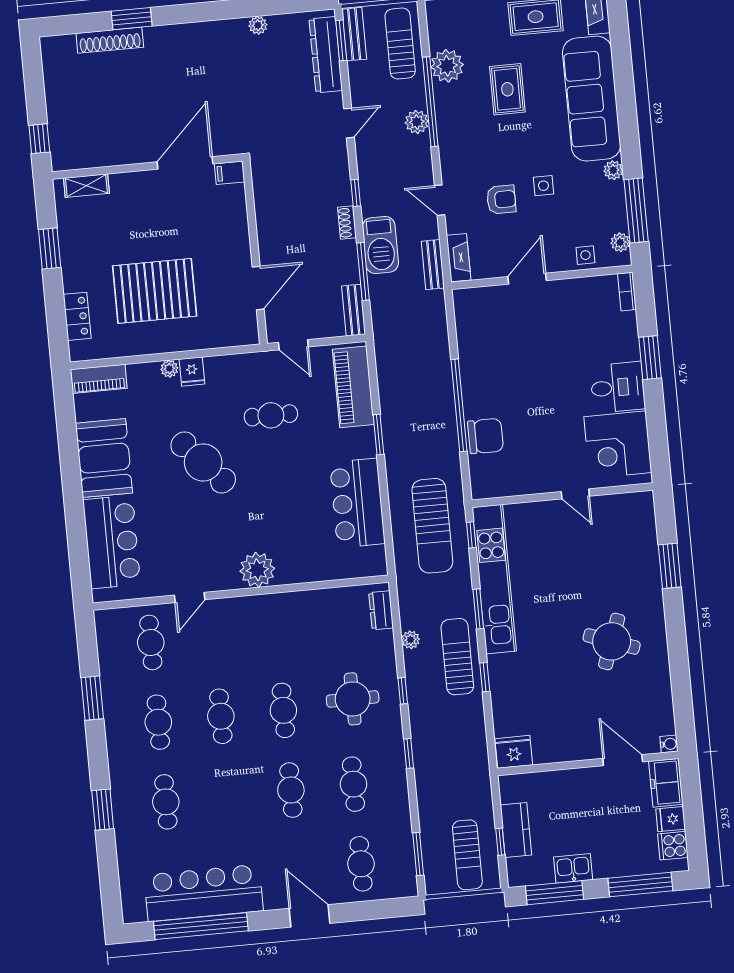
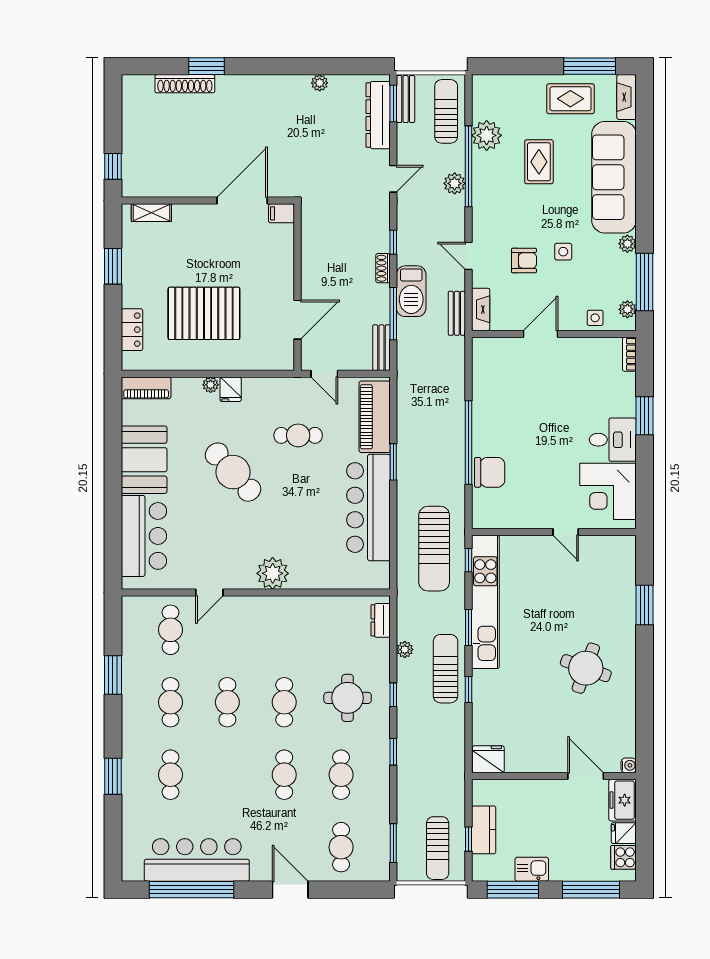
bar counter: (357, 503) -> (369, 508), width x1.36

